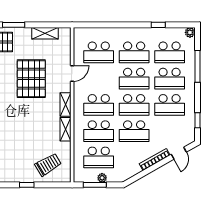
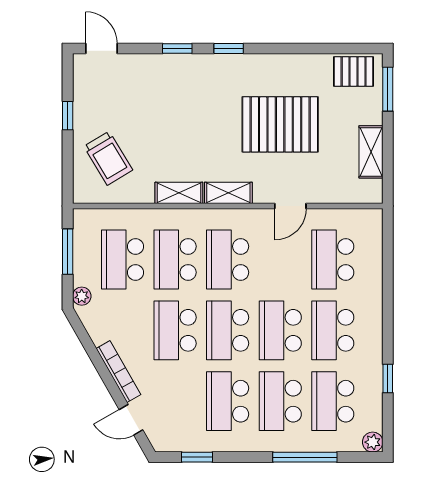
door: (72, 74) -> (290, 206), hinge flipped
plant: (102, 178) -> (82, 296), moved

